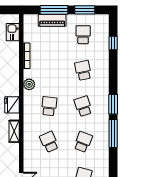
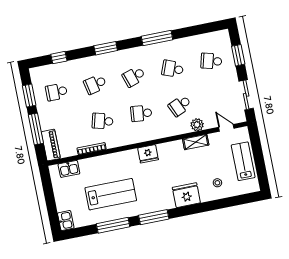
piano: (52, 20) -> (51, 145), moved
school desk: (49, 70) -> (103, 121), added
plant: (29, 84) -> (197, 125), moved
window: (113, 104) -> (106, 48), moved
shelving: (14, 131) -> (196, 142), moved

